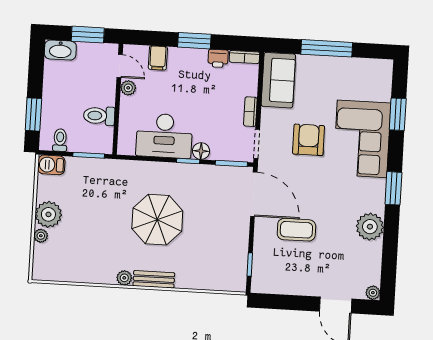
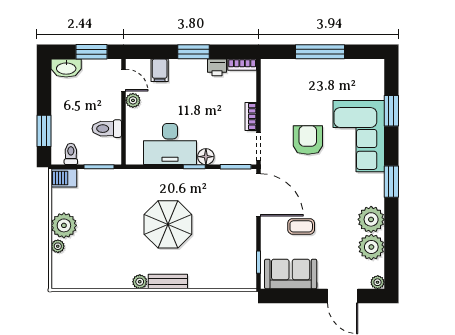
sofa: (278, 80) -> (291, 274), moved, turned -90
coffee table: (296, 230) -> (301, 226), width x0.73, depth x0.77
plant: (369, 255) -> (371, 247), added

